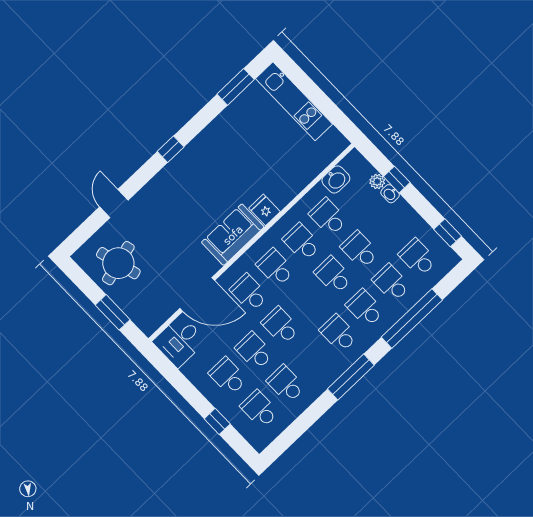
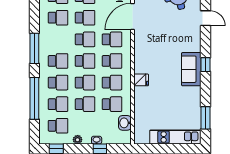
plant: (377, 181) -> (78, 140), moved
sofa: (233, 235) -> (191, 69), moved, turned 180
school desk: (307, 300) -> (85, 61), added

